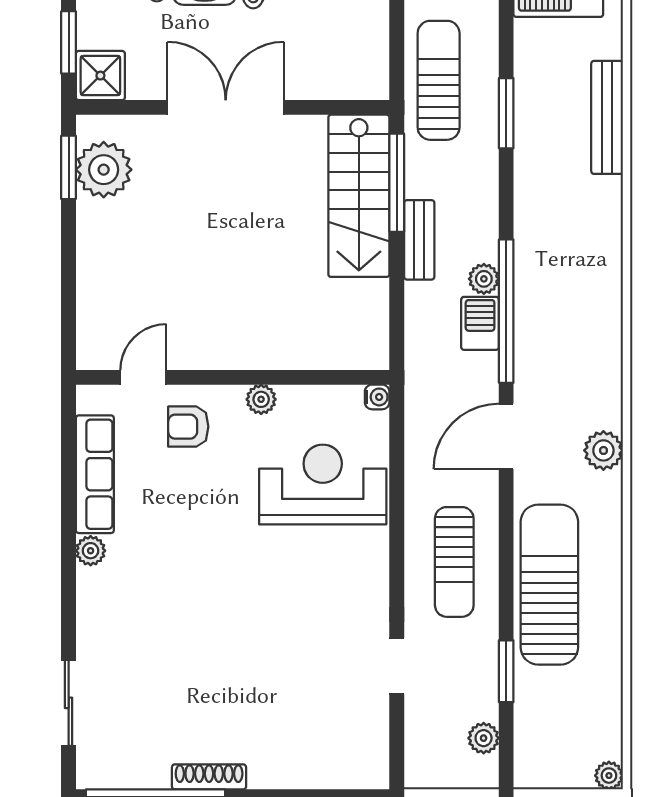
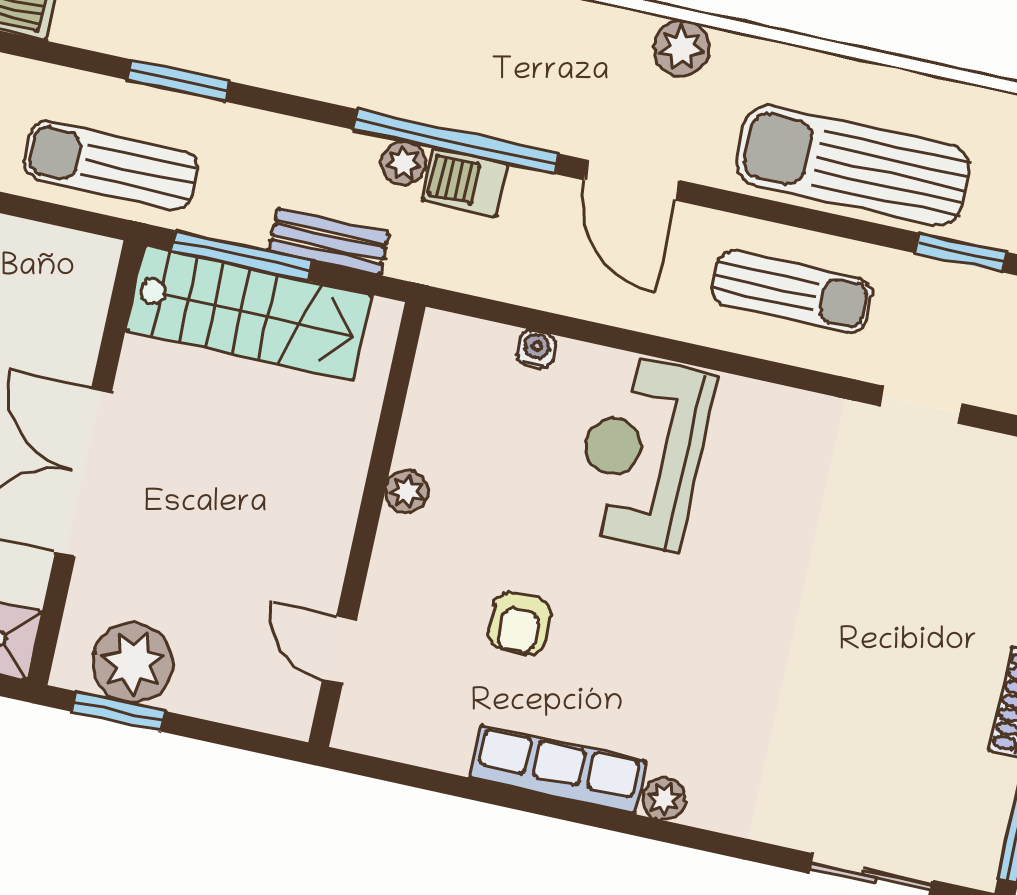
door: (143, 377) -> (339, 650), moved
wall: (233, 377) -> (367, 525), moved
plant: (261, 399) -> (407, 491), moved

